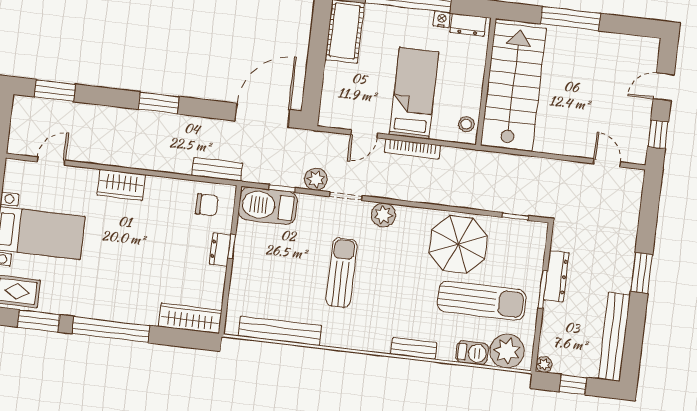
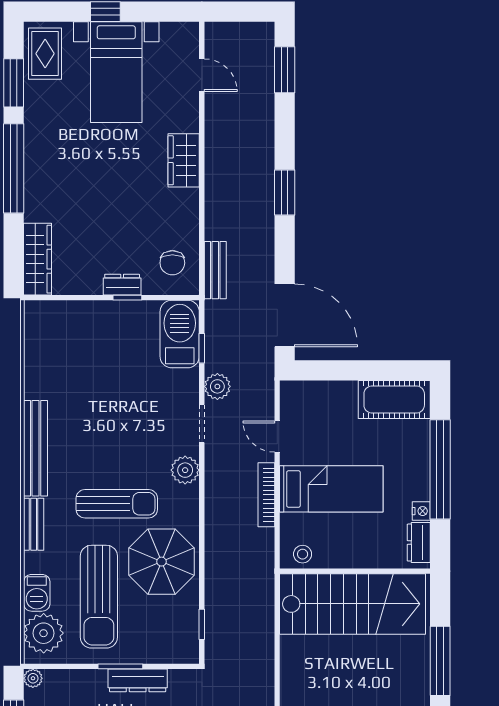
sun lounger: (341, 273) -> (117, 504), moved
bench: (280, 331) -> (36, 448), moved

